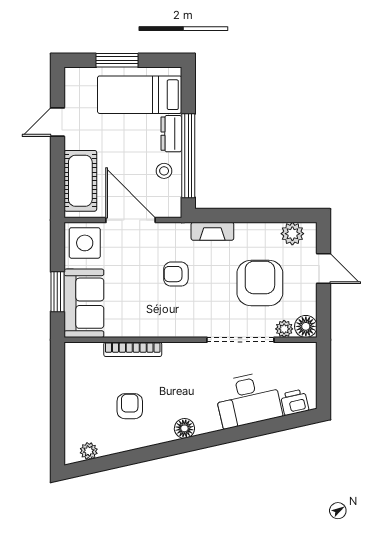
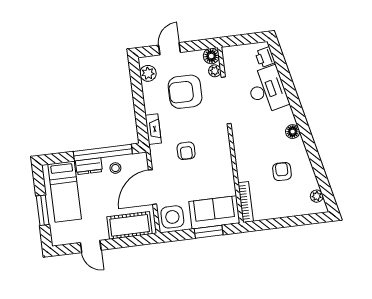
bookcase: (133, 349) -> (246, 202), moved
armchair: (130, 406) -> (282, 171), turned 90

